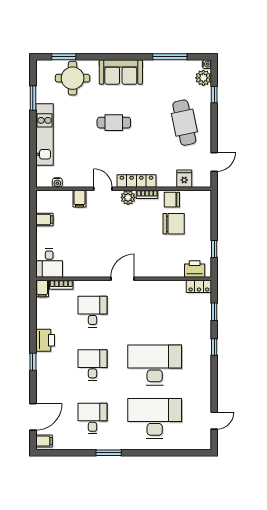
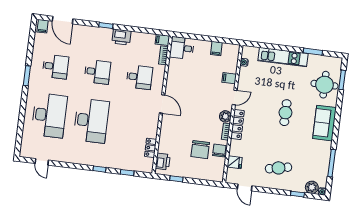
cafe table: (184, 123) -> (278, 168), width x0.73, depth x0.74
locker: (199, 286) -> (151, 148), moved

